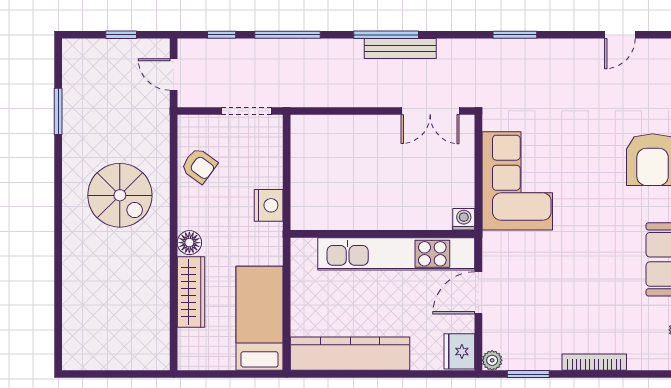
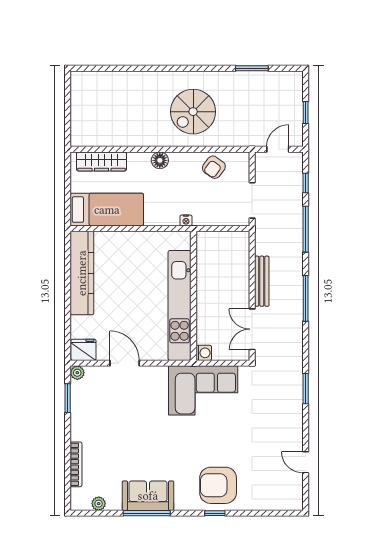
bench: (400, 49) -> (262, 281), moved
nightstand: (269, 205) -> (186, 220), width x0.53, depth x0.56
washing machine: (464, 219) -> (204, 353), moved
wall: (383, 234) -> (194, 296), moved
kitchen unit: (396, 254) -> (180, 305), moved
wardrobe: (191, 292) -> (101, 161), moved
bookcase: (594, 362) -> (76, 464), moved

